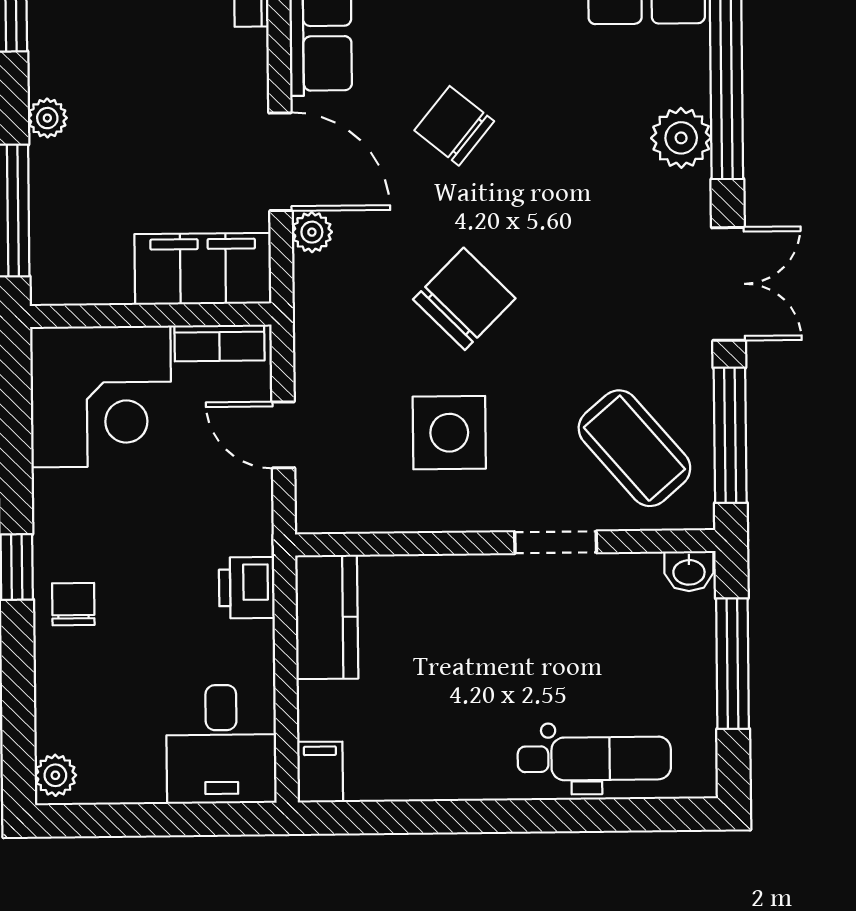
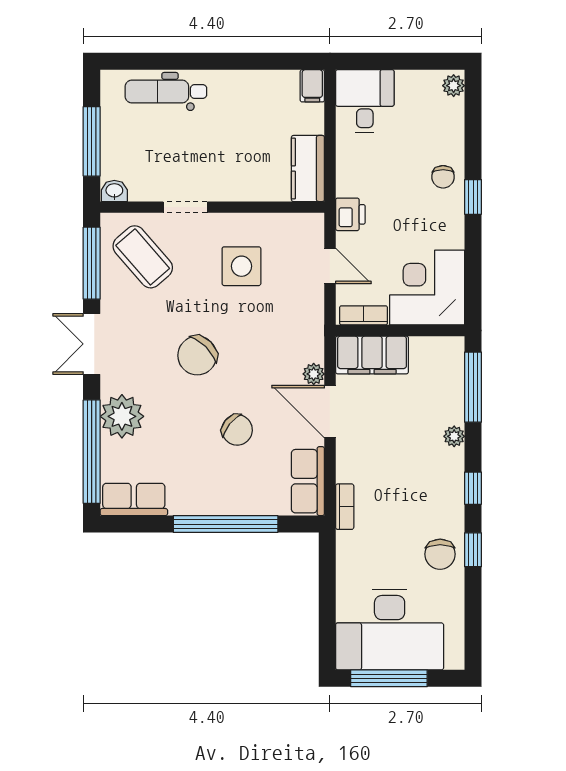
plant: (681, 138) -> (122, 416), width x1.36, depth x1.36
chair: (464, 299) -> (197, 355), moved
printer: (247, 588) -> (350, 214), moved

